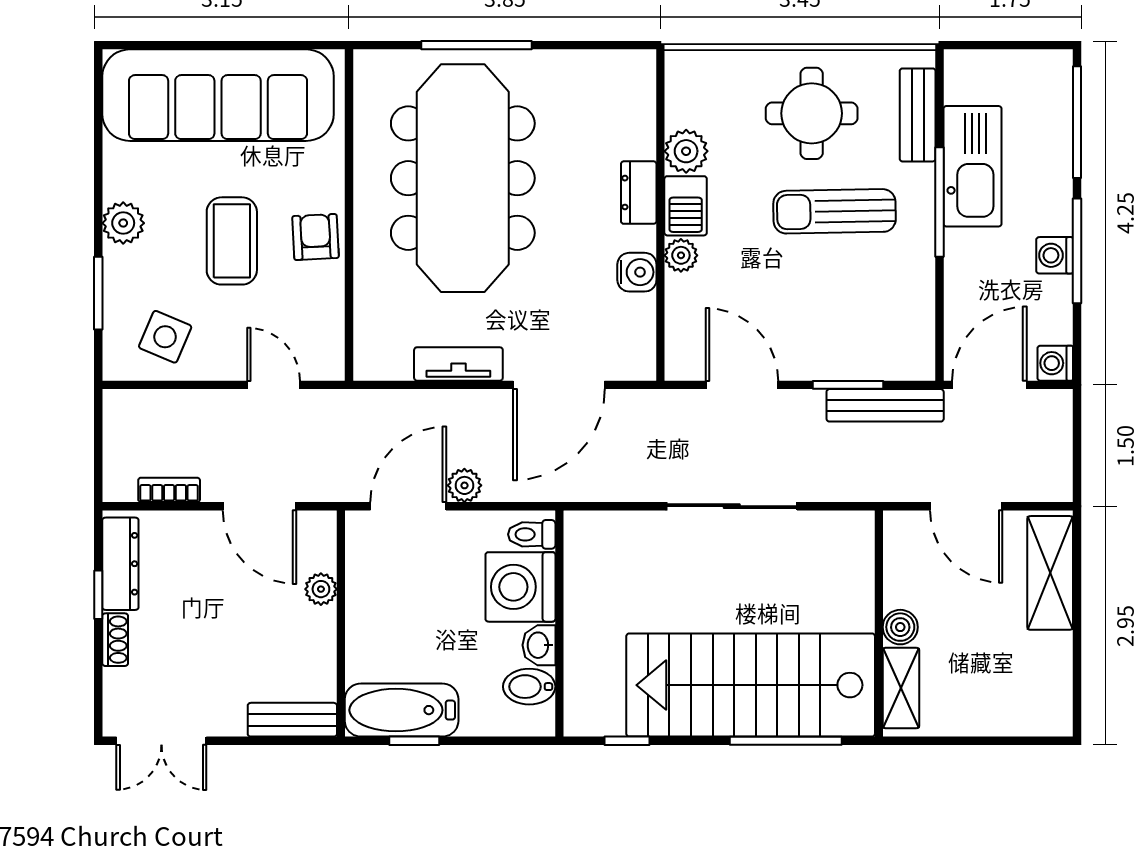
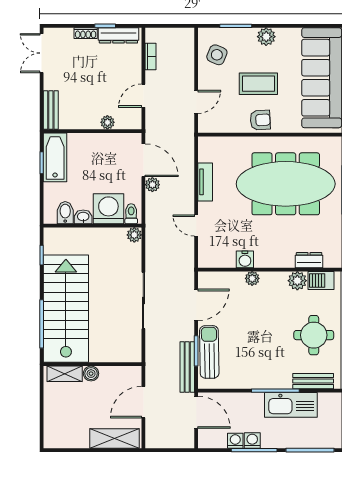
dresser: (639, 193) -> (309, 260), moved
barbecue: (686, 206) -> (321, 280), moved
sun lounger: (835, 211) -> (209, 352), moved
washing machine: (1055, 363) -> (235, 441), moved
door: (559, 385) -> (196, 226), width x0.53
door: (259, 506) -> (143, 96), width x0.73
plant: (580, 527) -> (134, 235), added

